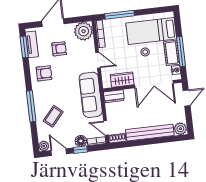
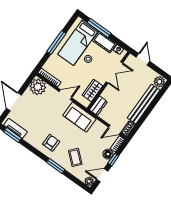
window: (120, 15) -> (56, 43), moved
armchair: (59, 49) -> (35, 113), removed
window: (181, 52) -> (99, 28), moved
armchair: (44, 73) -> (51, 143), moved
double door: (154, 84) -> (114, 72), width x0.73
sofa: (91, 95) -> (79, 117), width x0.73
window: (31, 106) -> (56, 166), width x0.69

